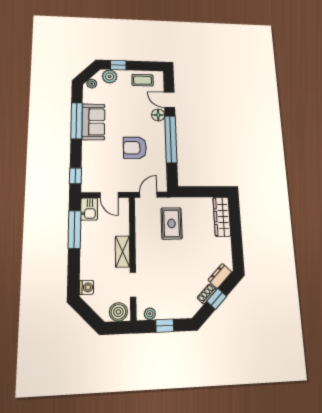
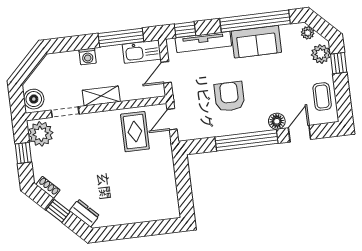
window: (77, 121) -> (255, 21), width x1.46
tv unit: (88, 162) -> (203, 42), added
door: (148, 195) -> (172, 119), swing flipped
kitchen sink: (89, 209) -> (142, 52), width x1.38
wardrobe: (222, 217) -> (155, 211), removed
rug: (172, 223) -> (135, 132), moved, turned 90
washing machine: (87, 287) -> (88, 56), moved
shoe rack: (207, 294) -> (48, 187), moved
plant: (150, 314) -> (41, 134), width x1.87, depth x1.87

